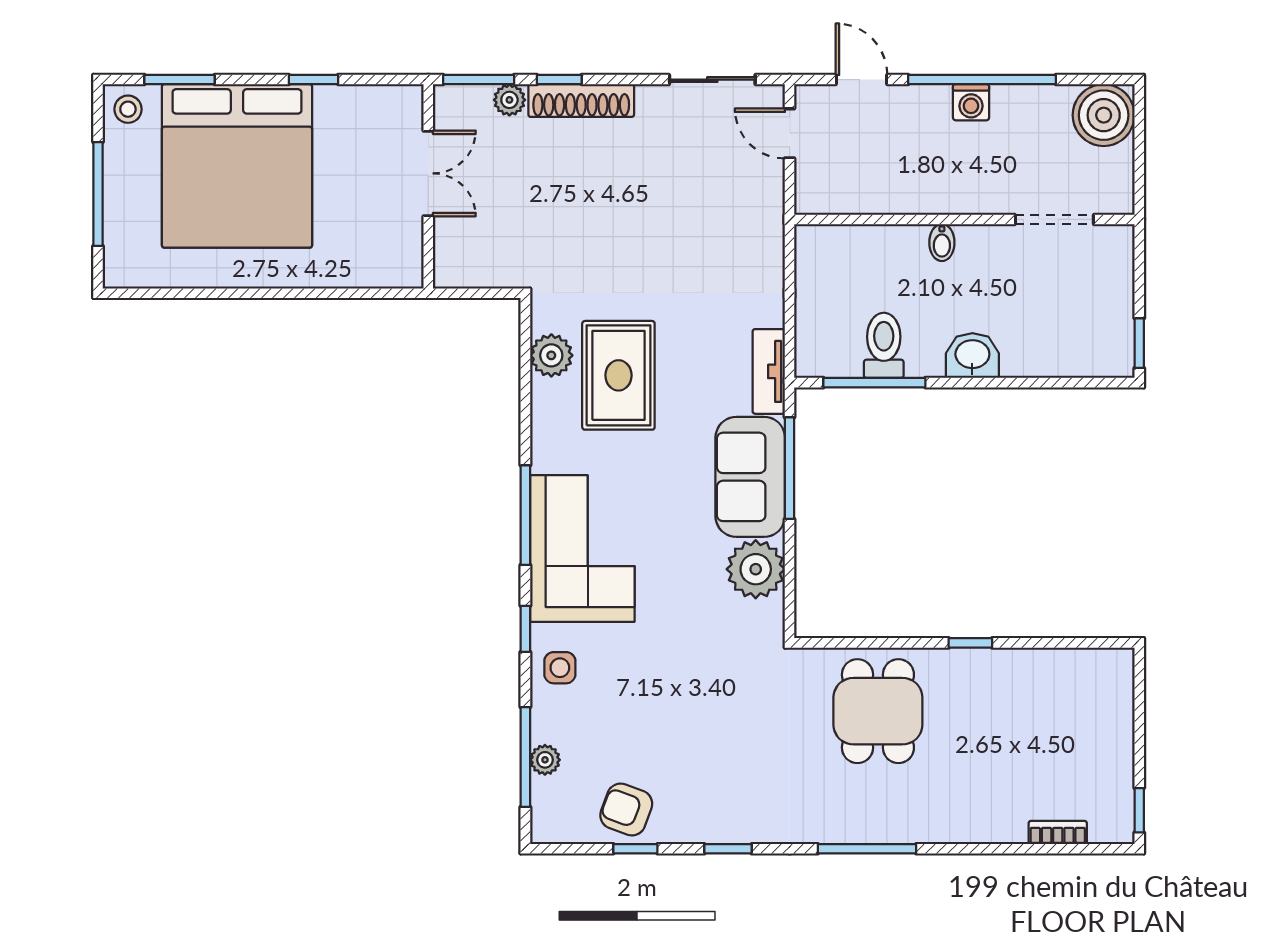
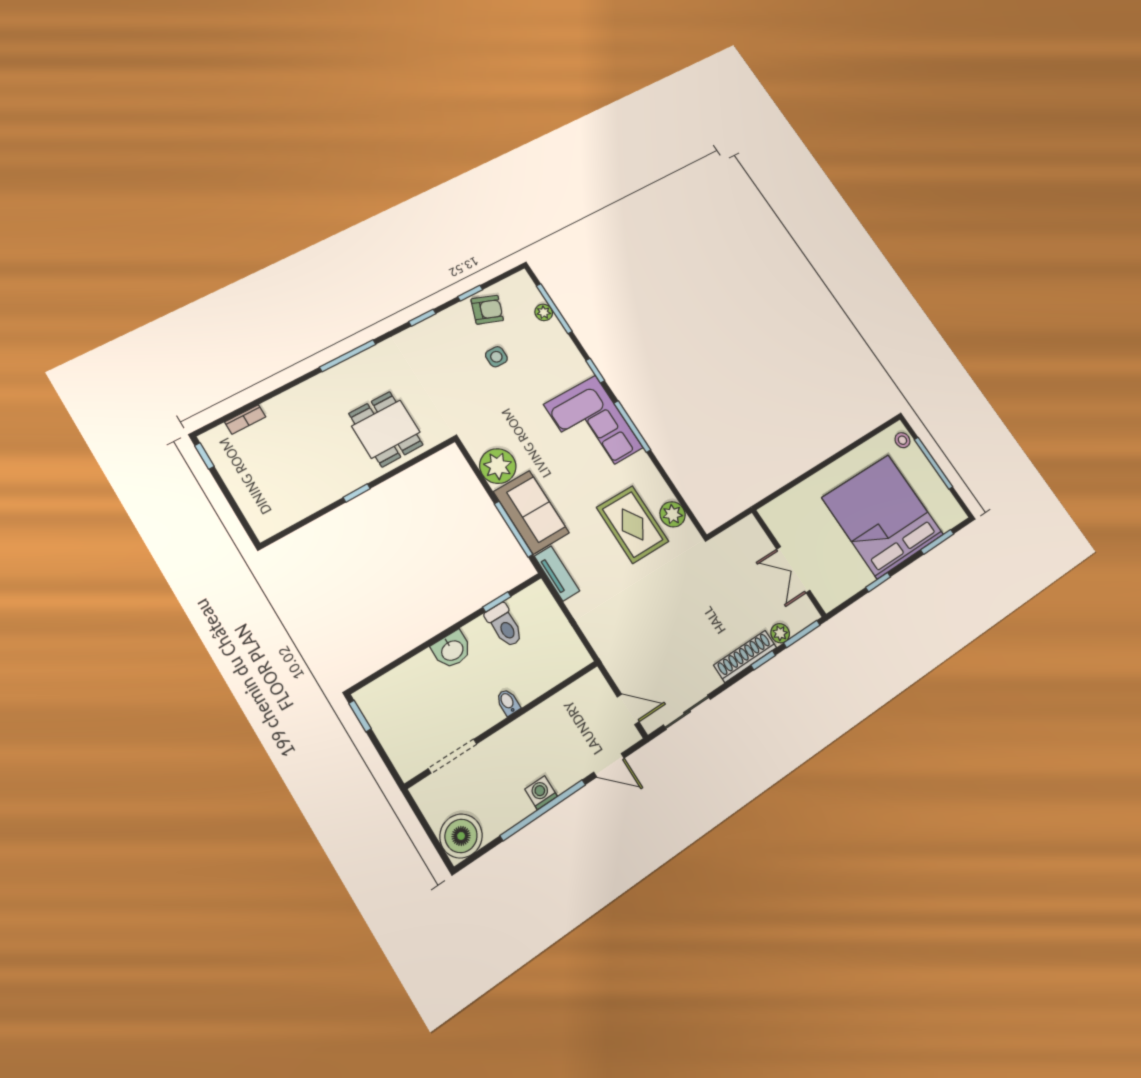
stool: (128, 109) -> (902, 440), moved
window: (874, 383) -> (497, 602), width x0.46
side table: (560, 668) -> (496, 357), moved

